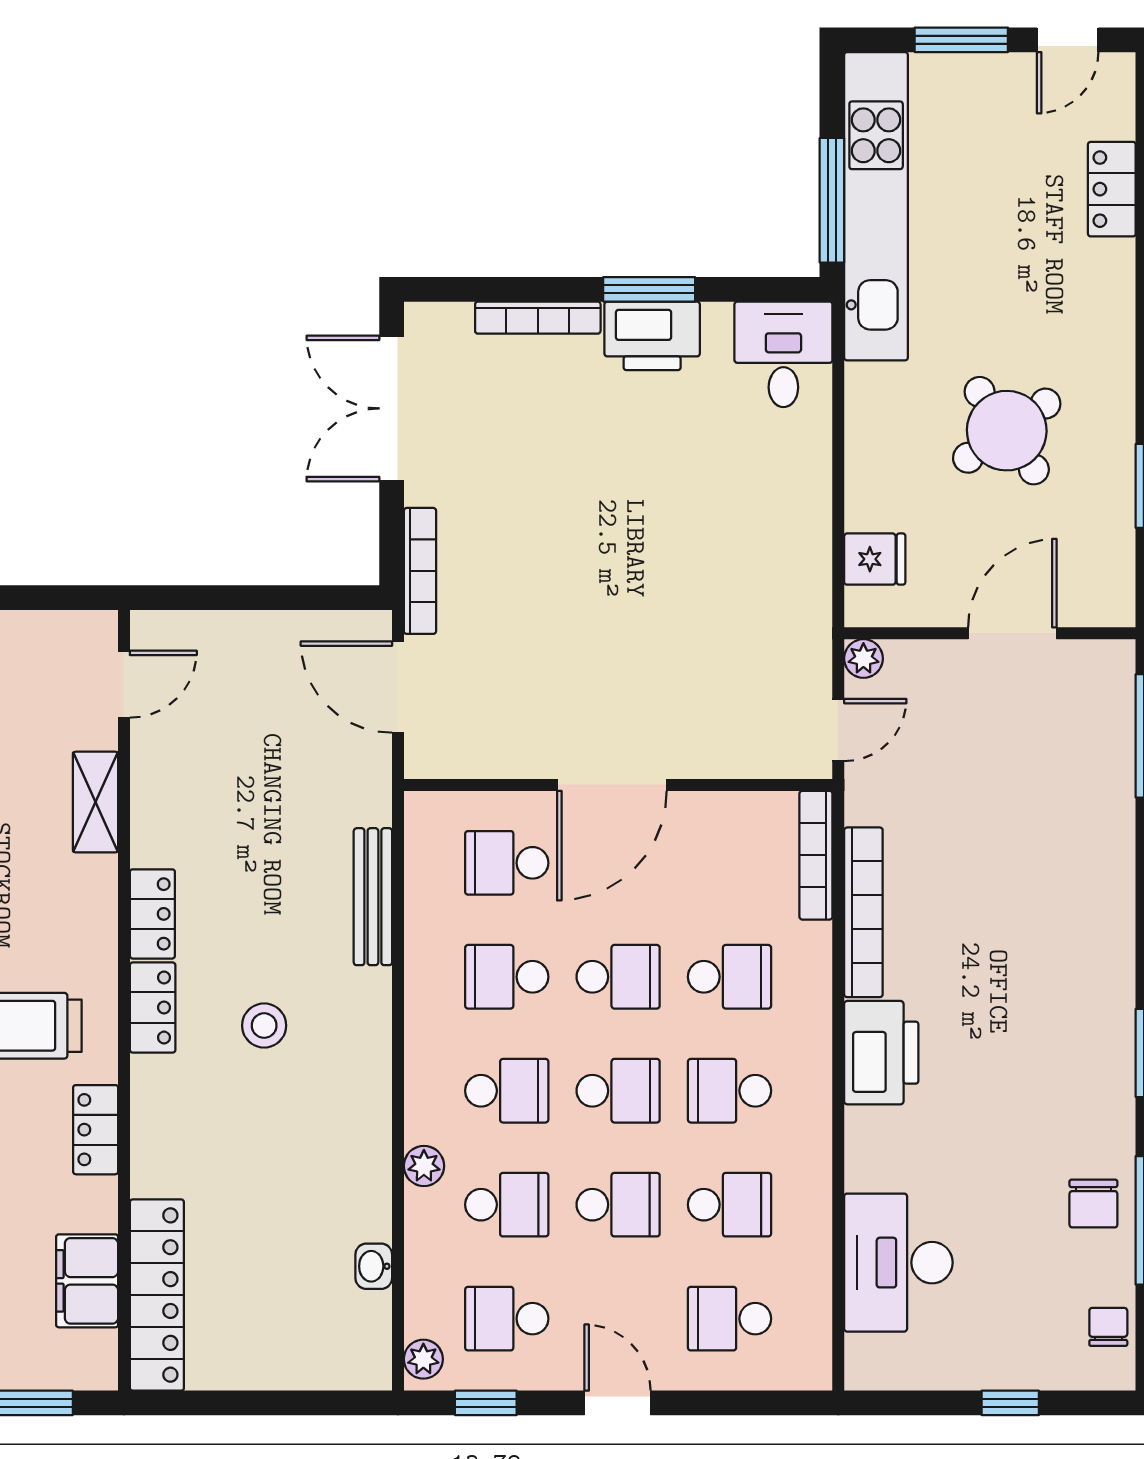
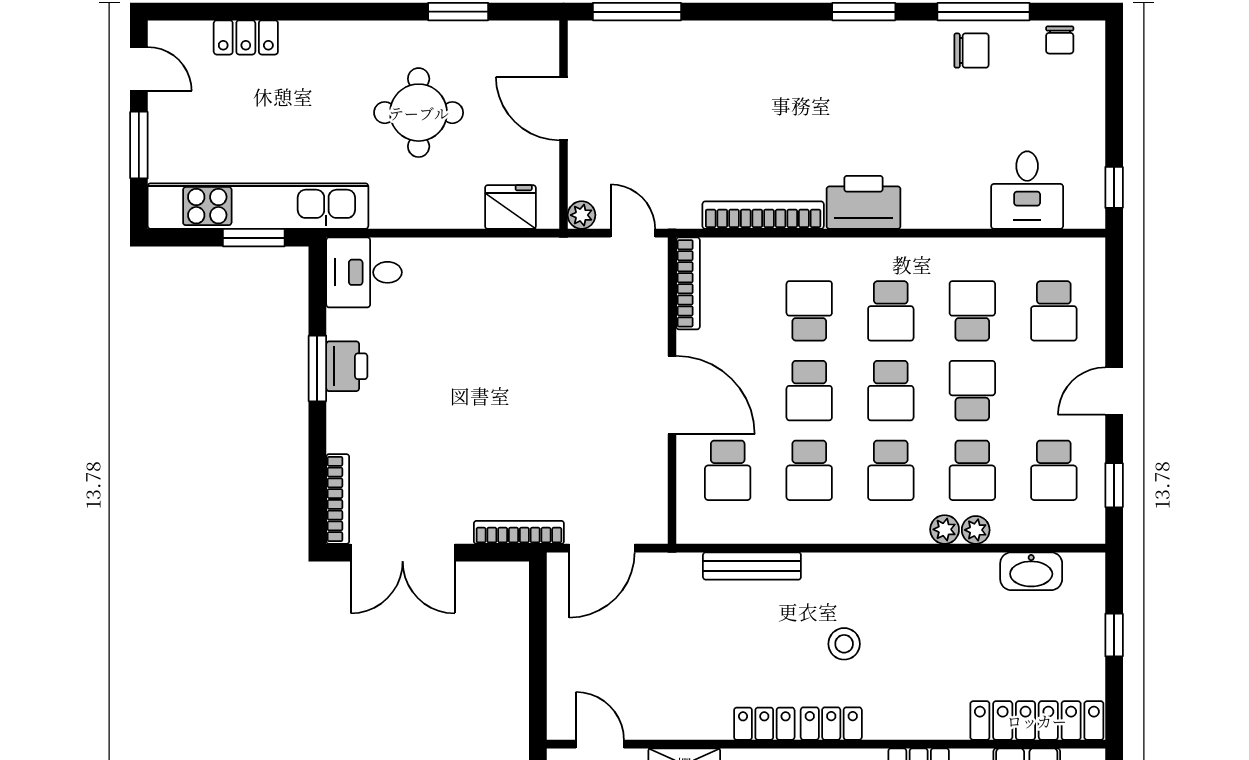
window: (832, 200) -> (254, 238), width x0.69
bookcase: (538, 318) -> (338, 499), moved
printer: (652, 336) -> (347, 366), width x0.73, depth x0.84
round table: (1007, 431) -> (419, 113), turned 35
fridge: (875, 559) -> (510, 207), width x1.38
bookcase: (816, 855) -> (688, 283), moved, turned -90
school desk: (618, 977) -> (809, 391), turned 180
school desk: (507, 1091) -> (891, 470), turned 180
school desk: (618, 1091) -> (891, 391), turned 180
school desk: (507, 1205) -> (972, 470), turned 180
desk: (898, 1263) -> (1027, 190), width x0.73
washbasin: (374, 1266) -> (1031, 571), width x1.91, depth x1.45
chair: (1108, 1327) -> (1060, 40), turned -90
plant: (423, 1359) -> (976, 530), moved
window: (277, 1403) -> (1114, 635), added
window: (1010, 1403) -> (1114, 187), moved

